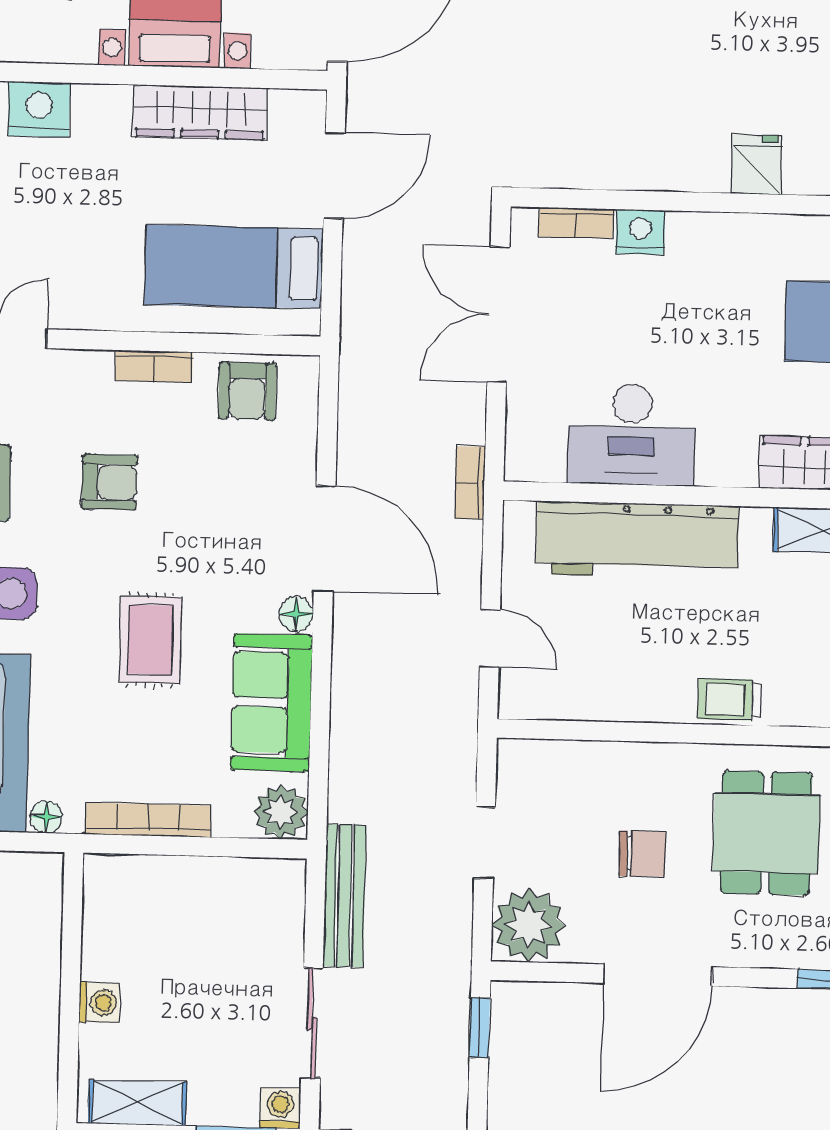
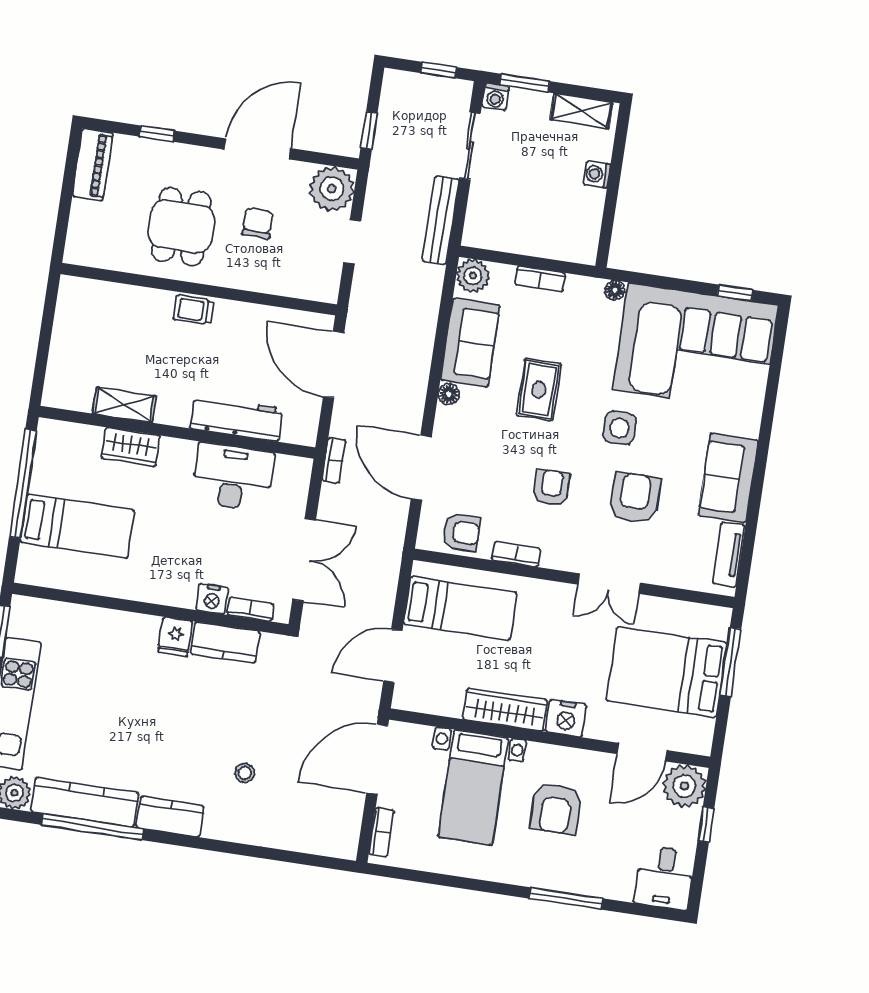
wardrobe: (200, 112) -> (505, 710), moved
kitchen counter: (610, 163) -> (225, 643), added
fridge: (757, 165) -> (175, 637), moved
armchair: (247, 391) -> (461, 532), turned 90
armchair: (110, 482) -> (552, 488), turned 90
door: (325, 538) -> (421, 468), moved
workbench: (637, 540) -> (236, 418), width x0.73, depth x0.76
door: (490, 638) -> (334, 365), width x1.88
trolley: (729, 699) -> (194, 310), turned 180
bookcase: (148, 820) -> (540, 279), width x0.64
chair: (642, 854) -> (258, 223), turned 90

